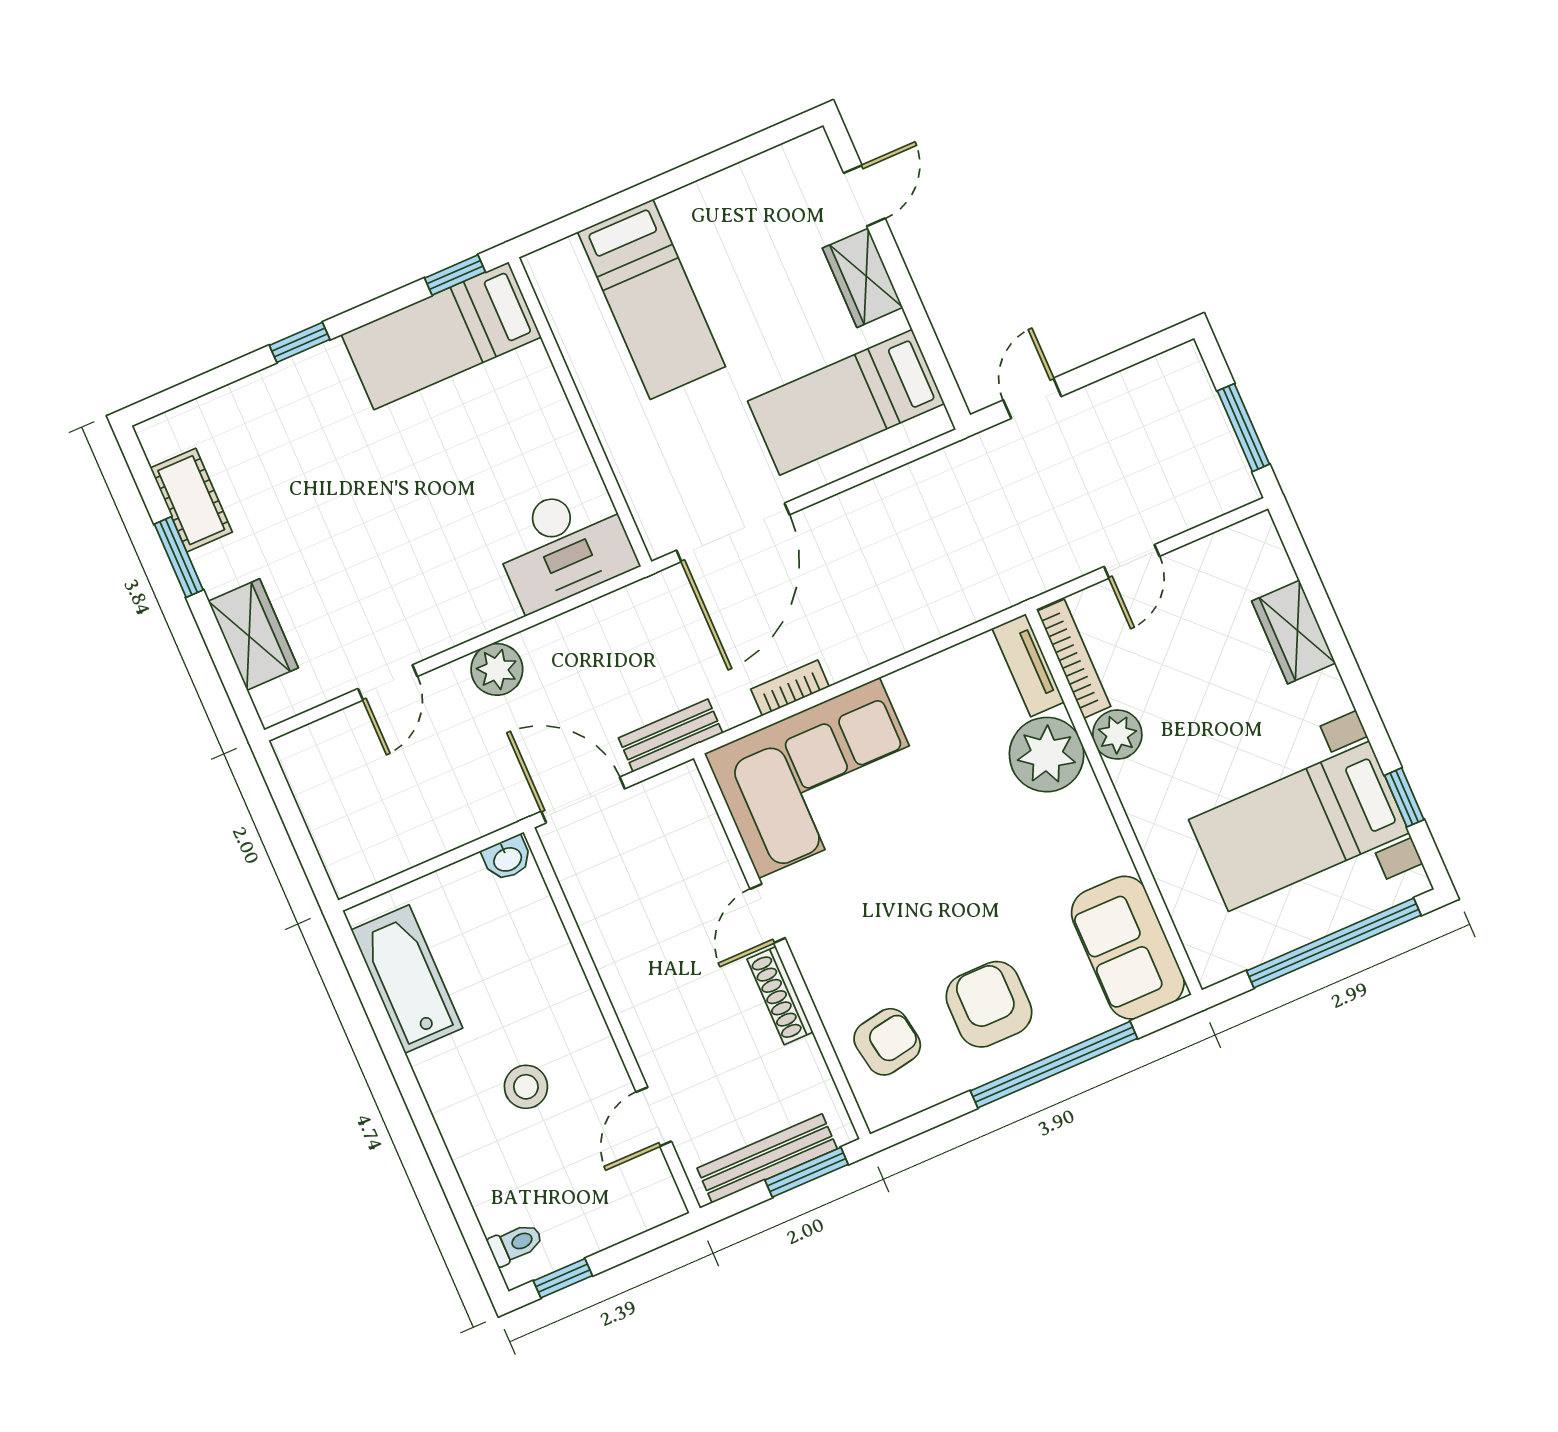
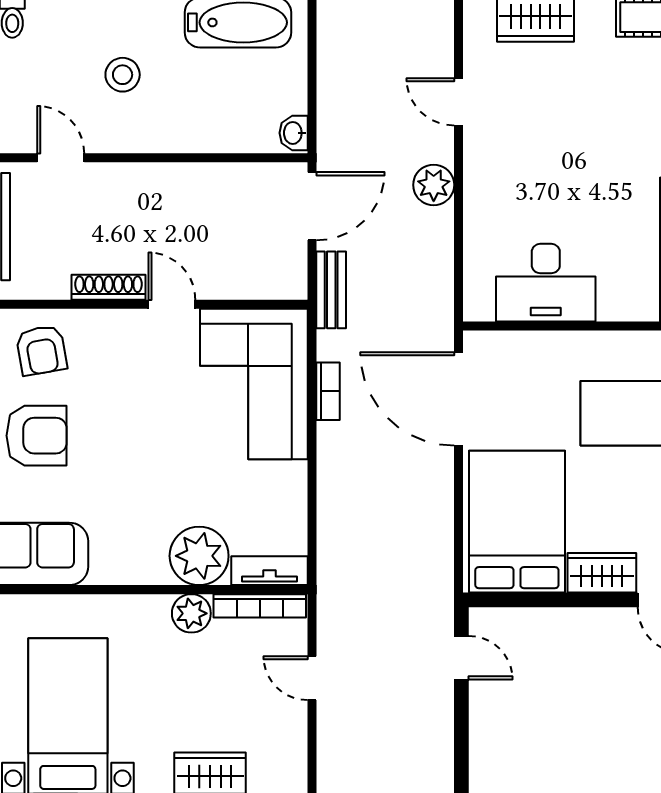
bed: (846, 402) -> (517, 522), width x1.50
desk: (564, 546) -> (546, 283), moved, turned -90

